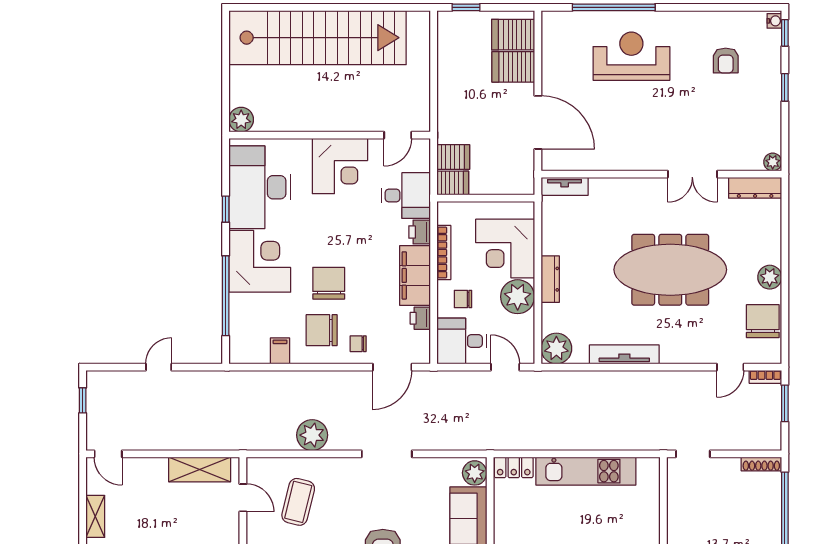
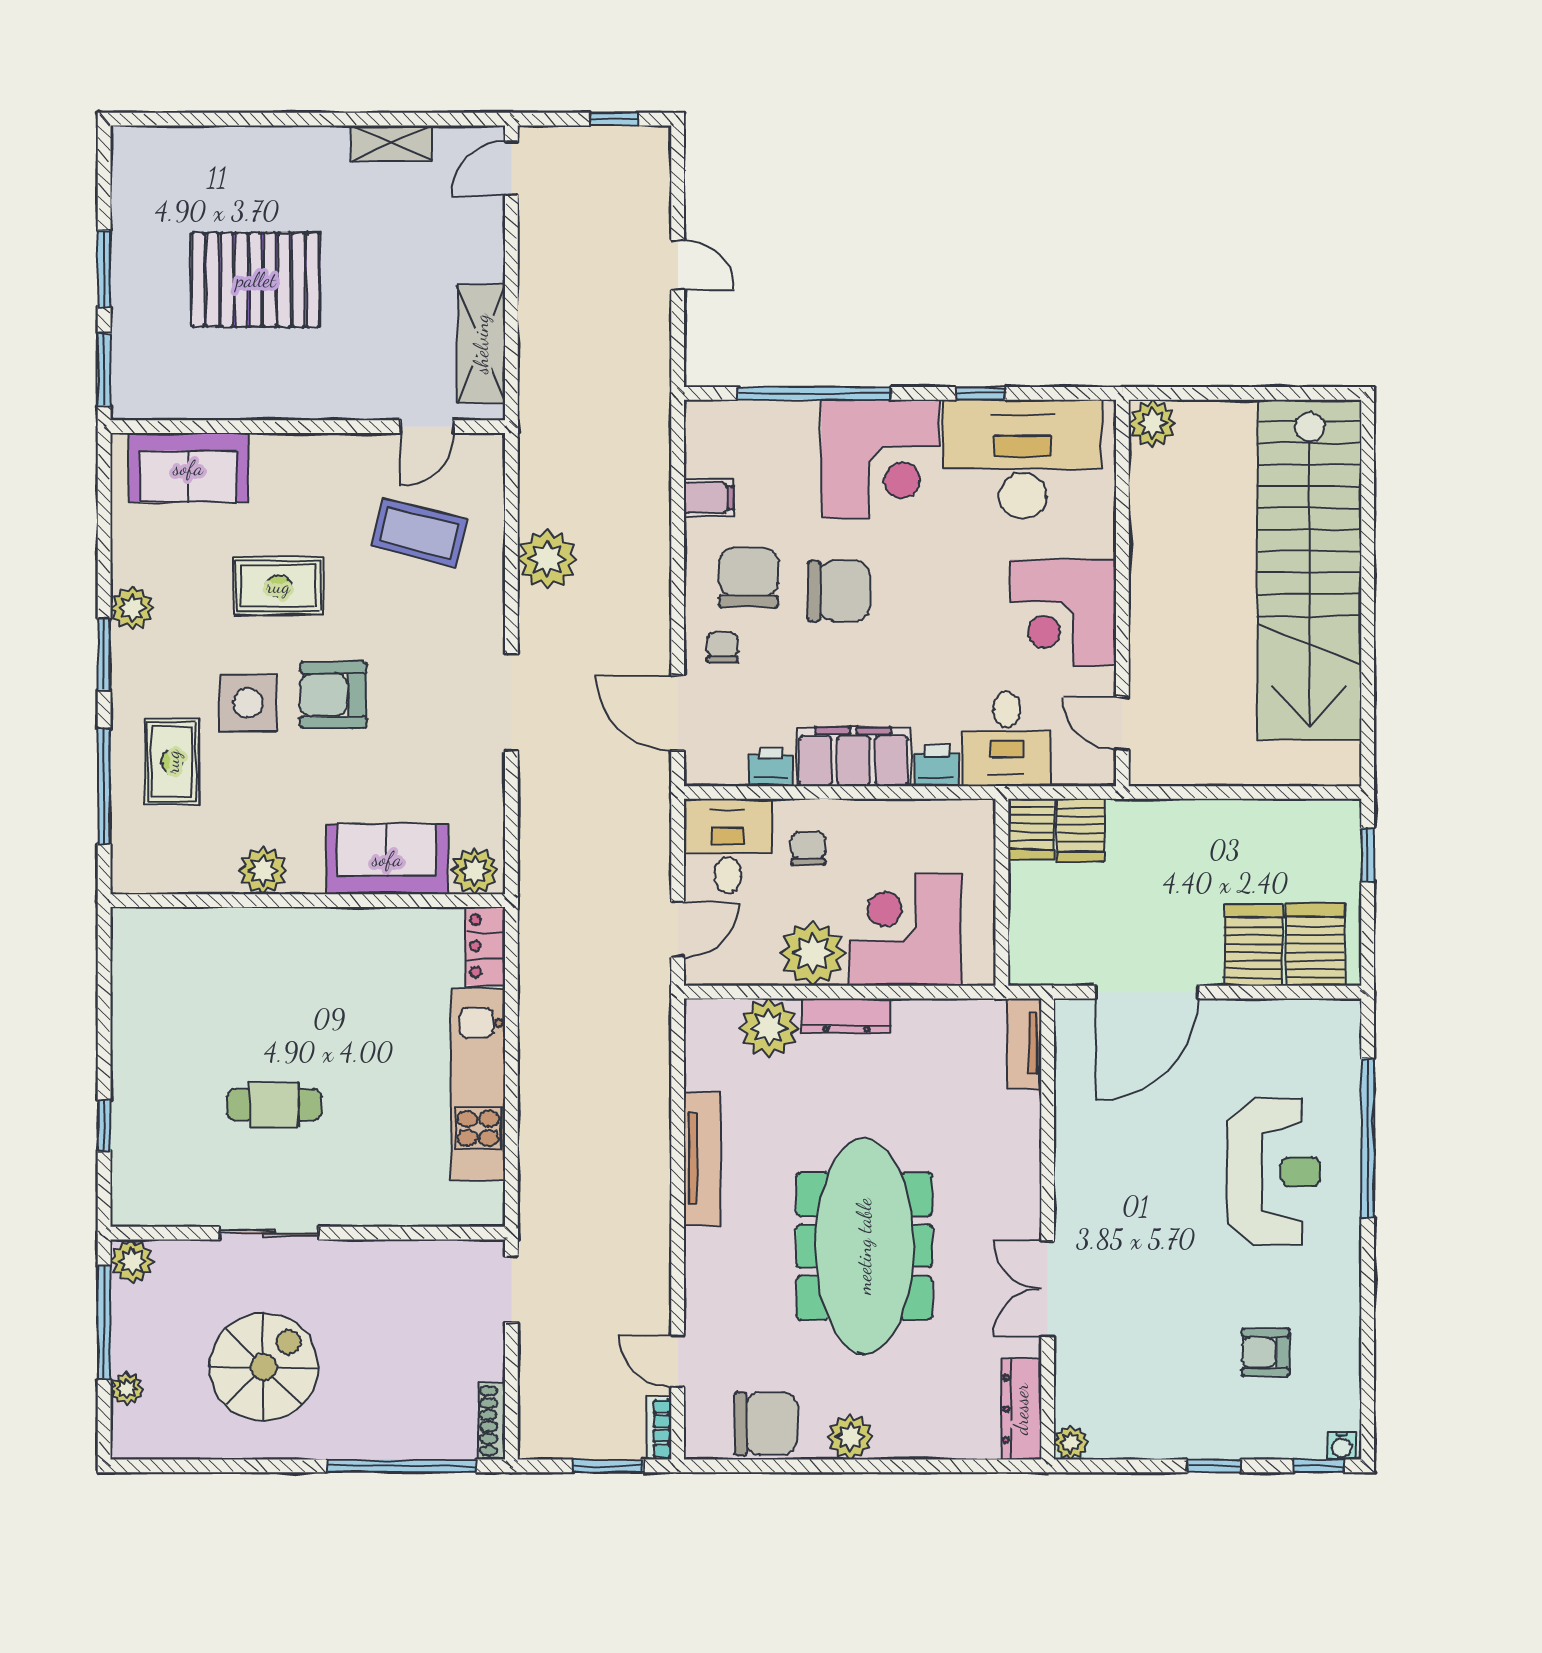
bookcase: (444, 253) -> (897, 812), removed
plant: (556, 348) -> (769, 1028), moved

